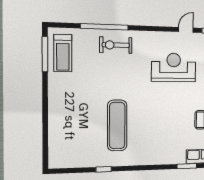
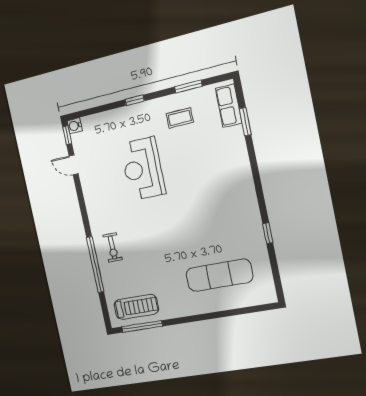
exercise bike: (116, 45) -> (112, 247), width x0.73, depth x0.72
reception desk: (174, 67) -> (143, 169), moved
exercise mat: (117, 125) -> (219, 275), moved

